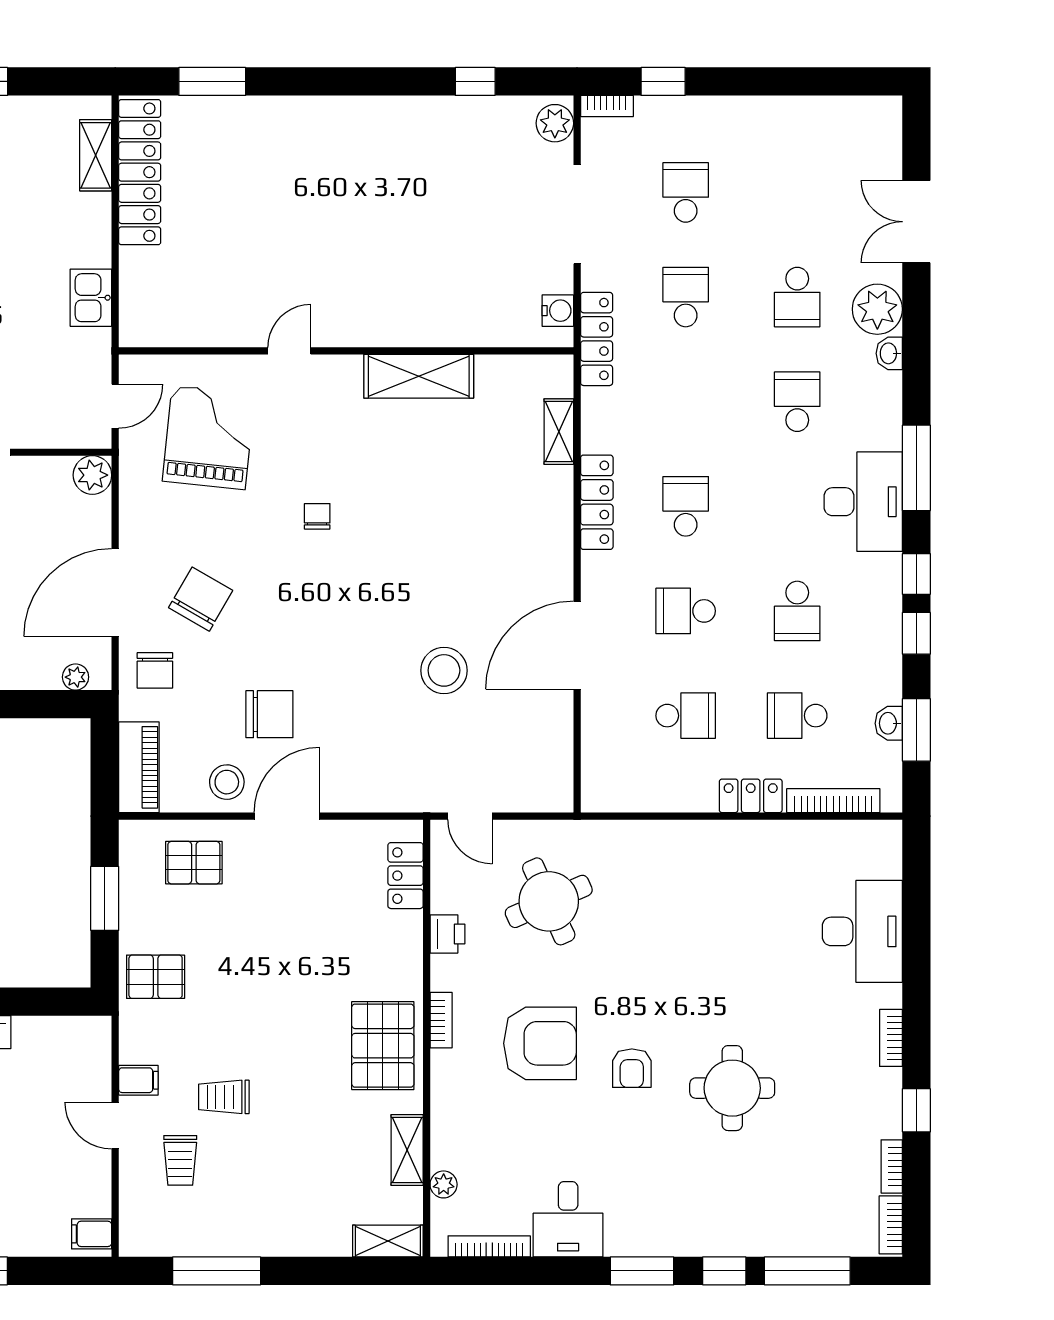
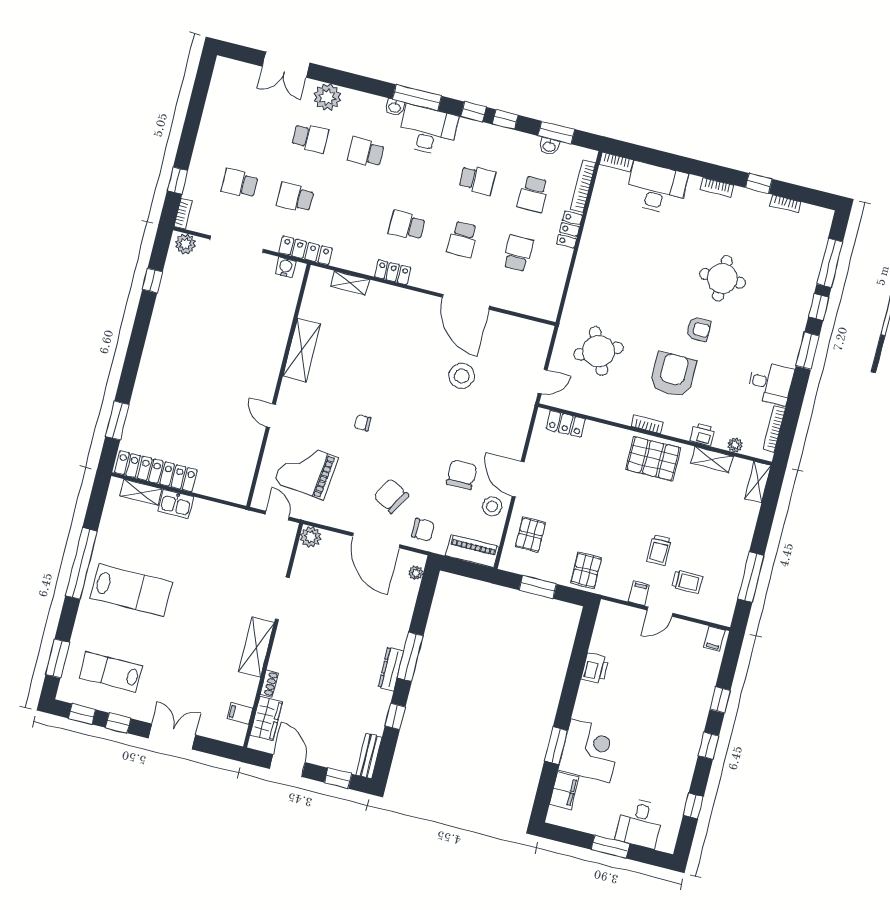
kitchen sink: (91, 298) -> (176, 504), moved
washbasin: (889, 353) -> (395, 107), moved
locker: (597, 502) -> (393, 272), width x0.66
printer: (447, 934) -> (702, 434), moved
bookcase: (891, 1225) -> (616, 162), moved

